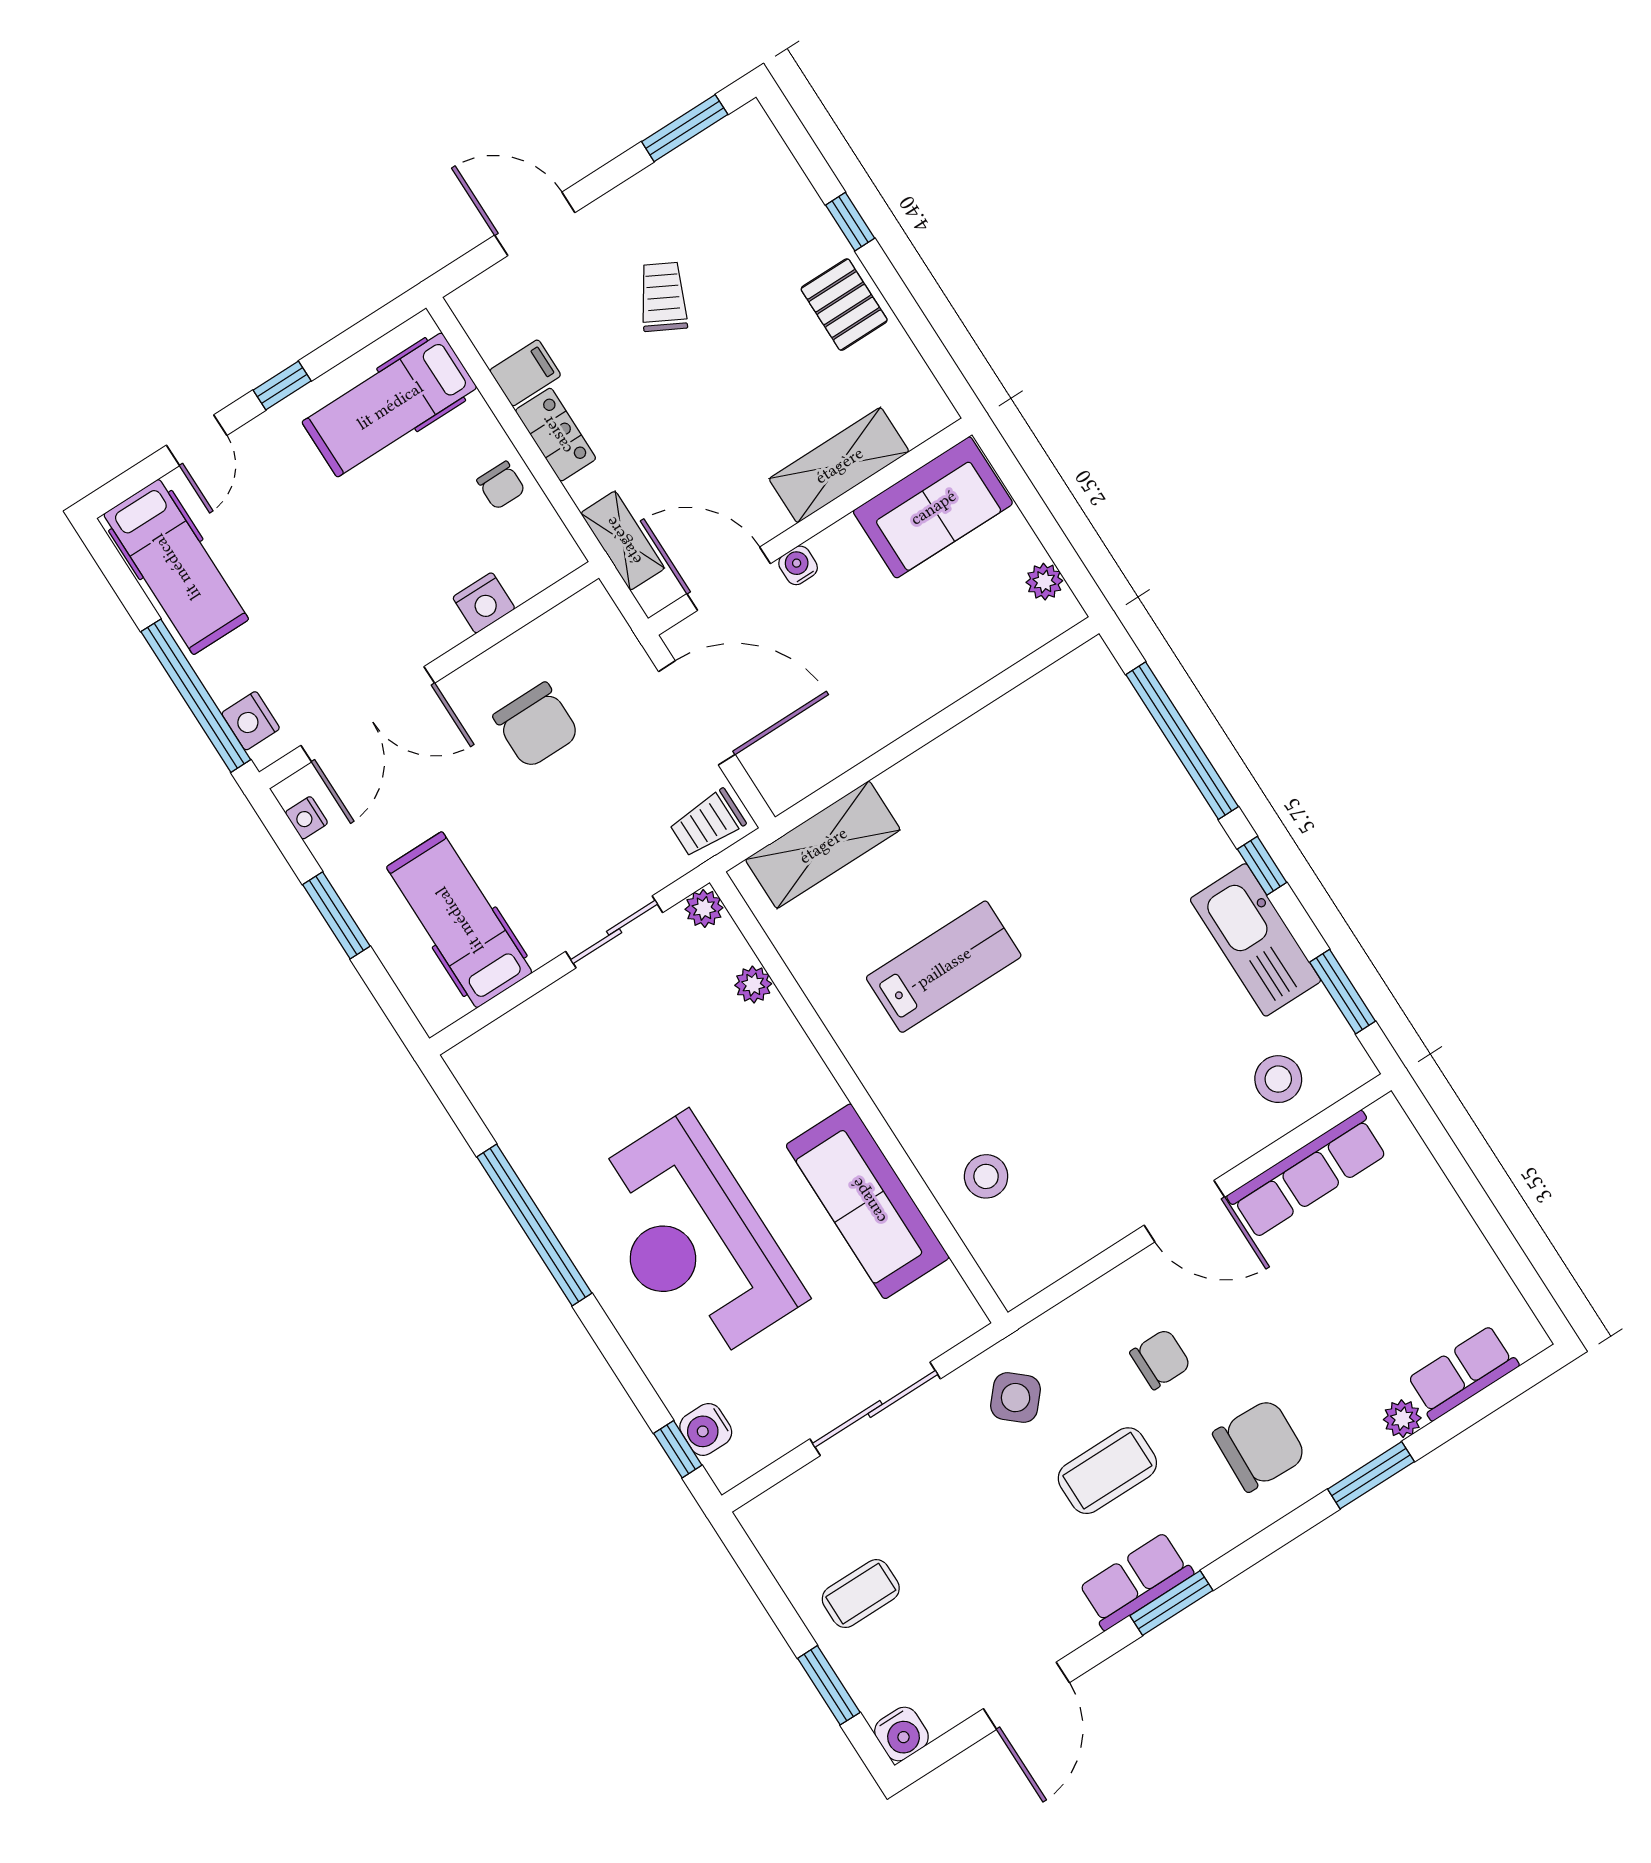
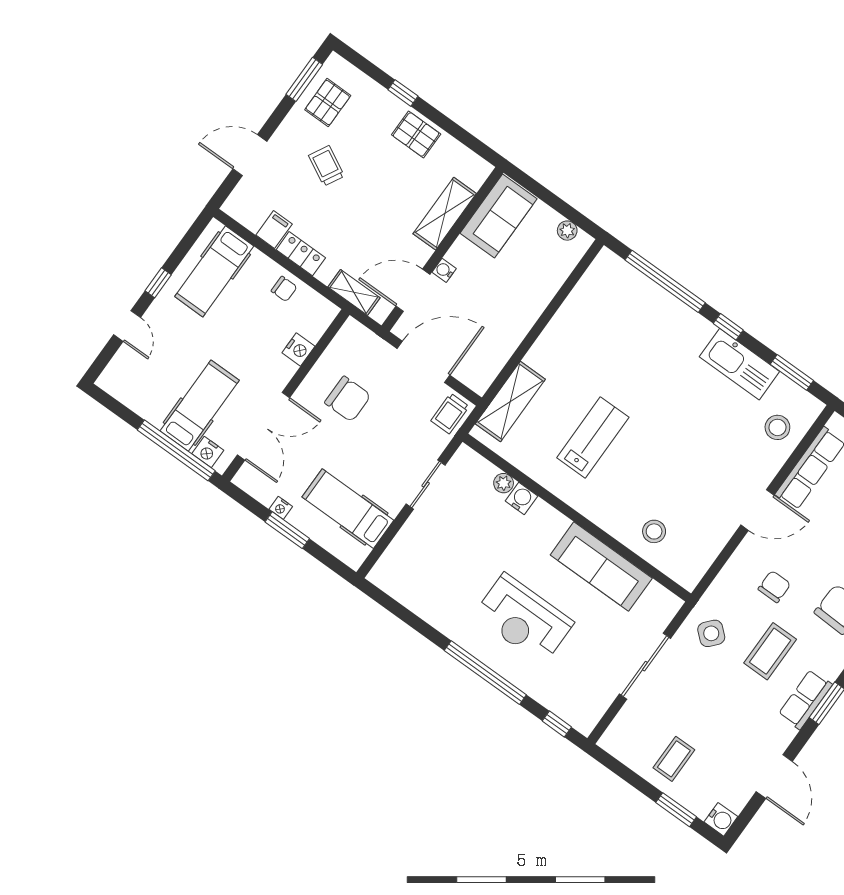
pallet: (710, 186) -> (328, 103), added
hospital bed: (176, 567) -> (200, 406), moved, turned -90
nightstand: (306, 818) -> (281, 508), moved
plant: (704, 908) -> (465, 456), removed
window: (534, 1225) -> (485, 673), moved
reception desk: (693, 1240) -> (524, 619), width x0.74, depth x0.77
water cooler: (706, 1429) -> (521, 498), moved, turned 180

